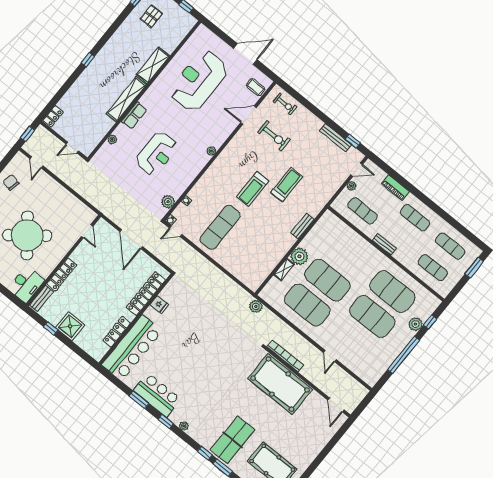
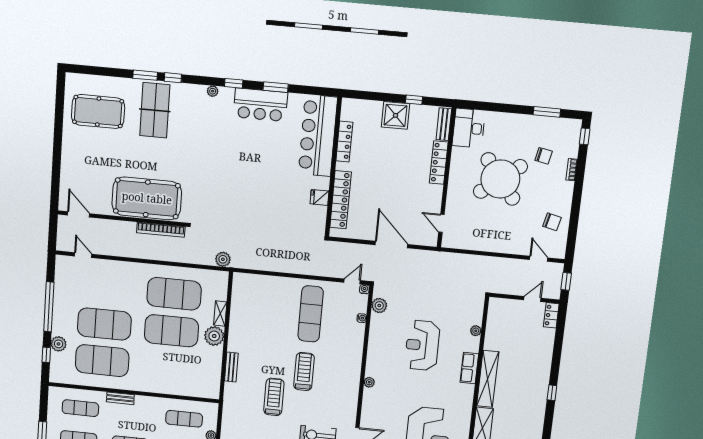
door: (72, 148) -> (532, 299), moved
treadmill: (287, 185) -> (274, 397), turned 180
bench: (384, 244) -> (120, 398), moved
door: (330, 356) -> (83, 255), moved

